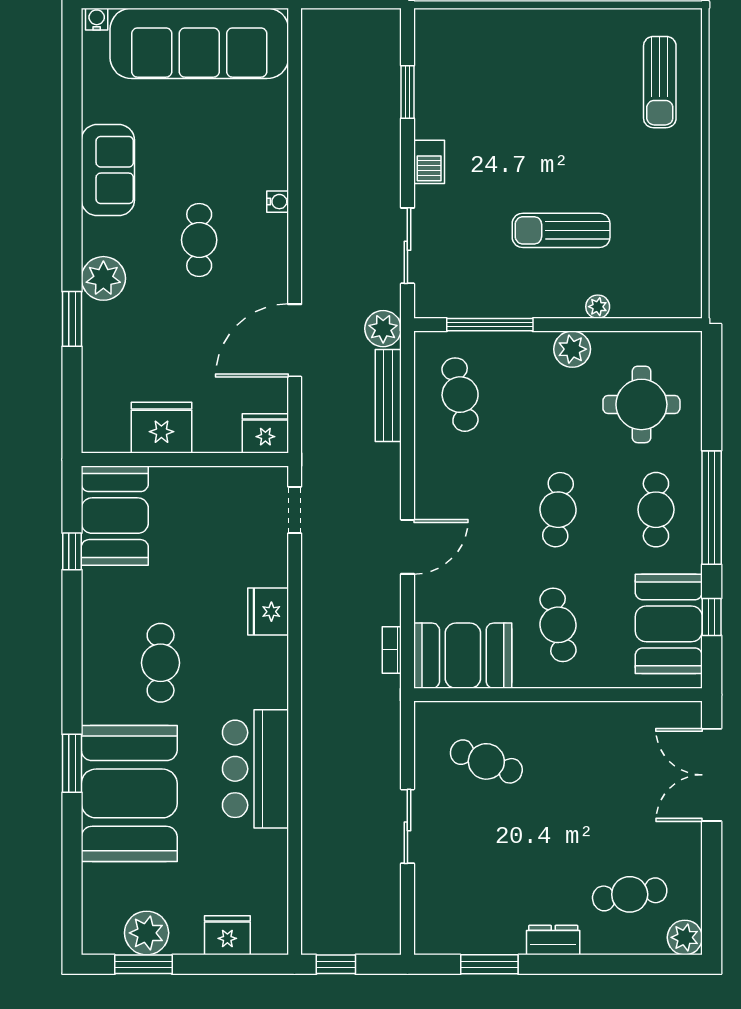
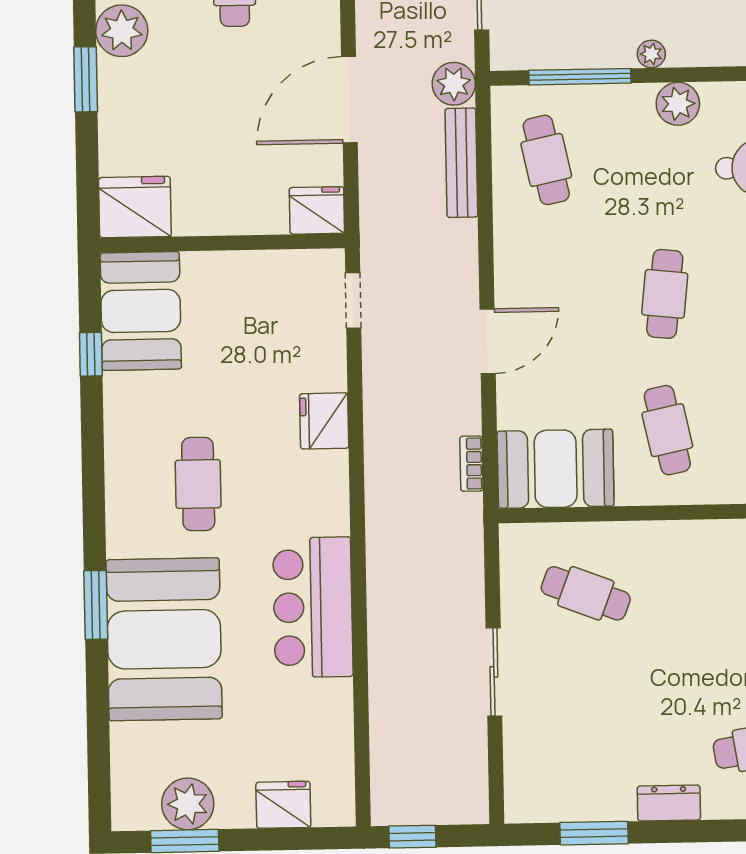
plant: (598, 307) -> (651, 54), moved
fridge: (161, 428) -> (135, 207), moved

